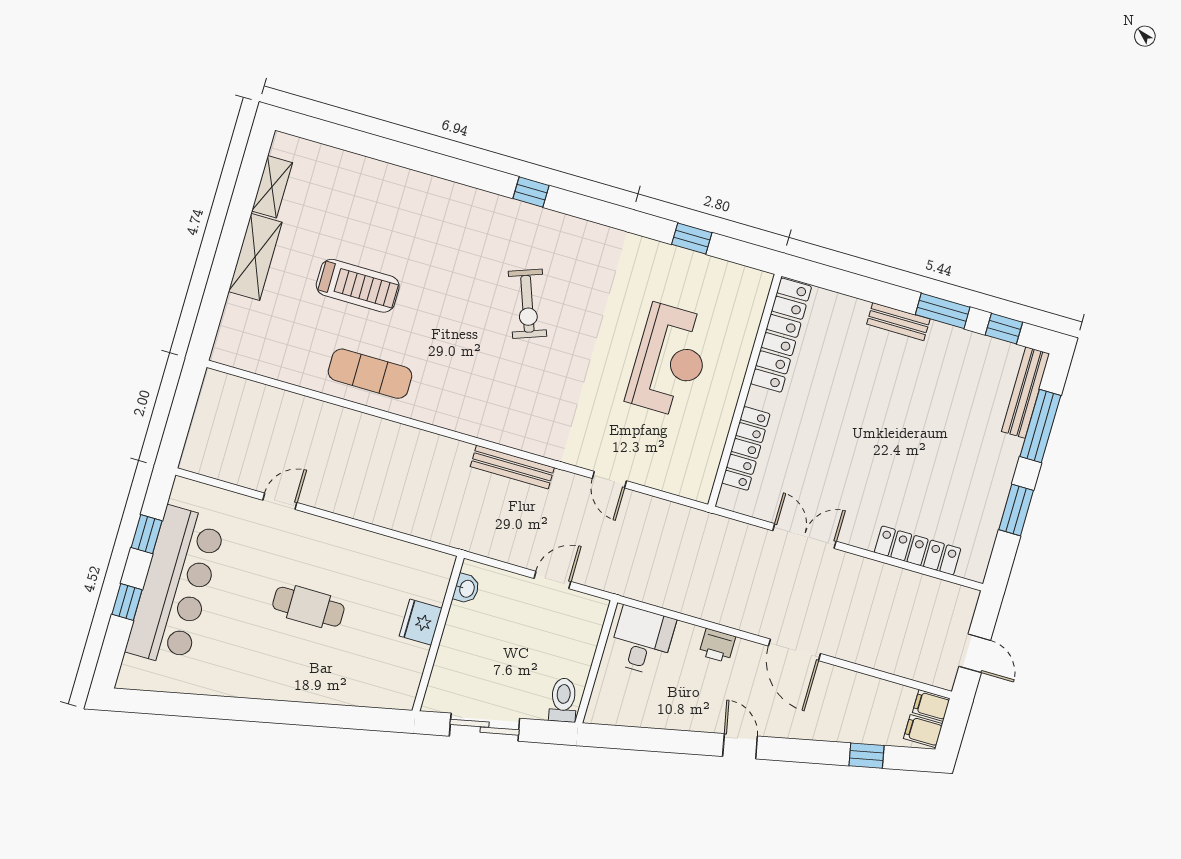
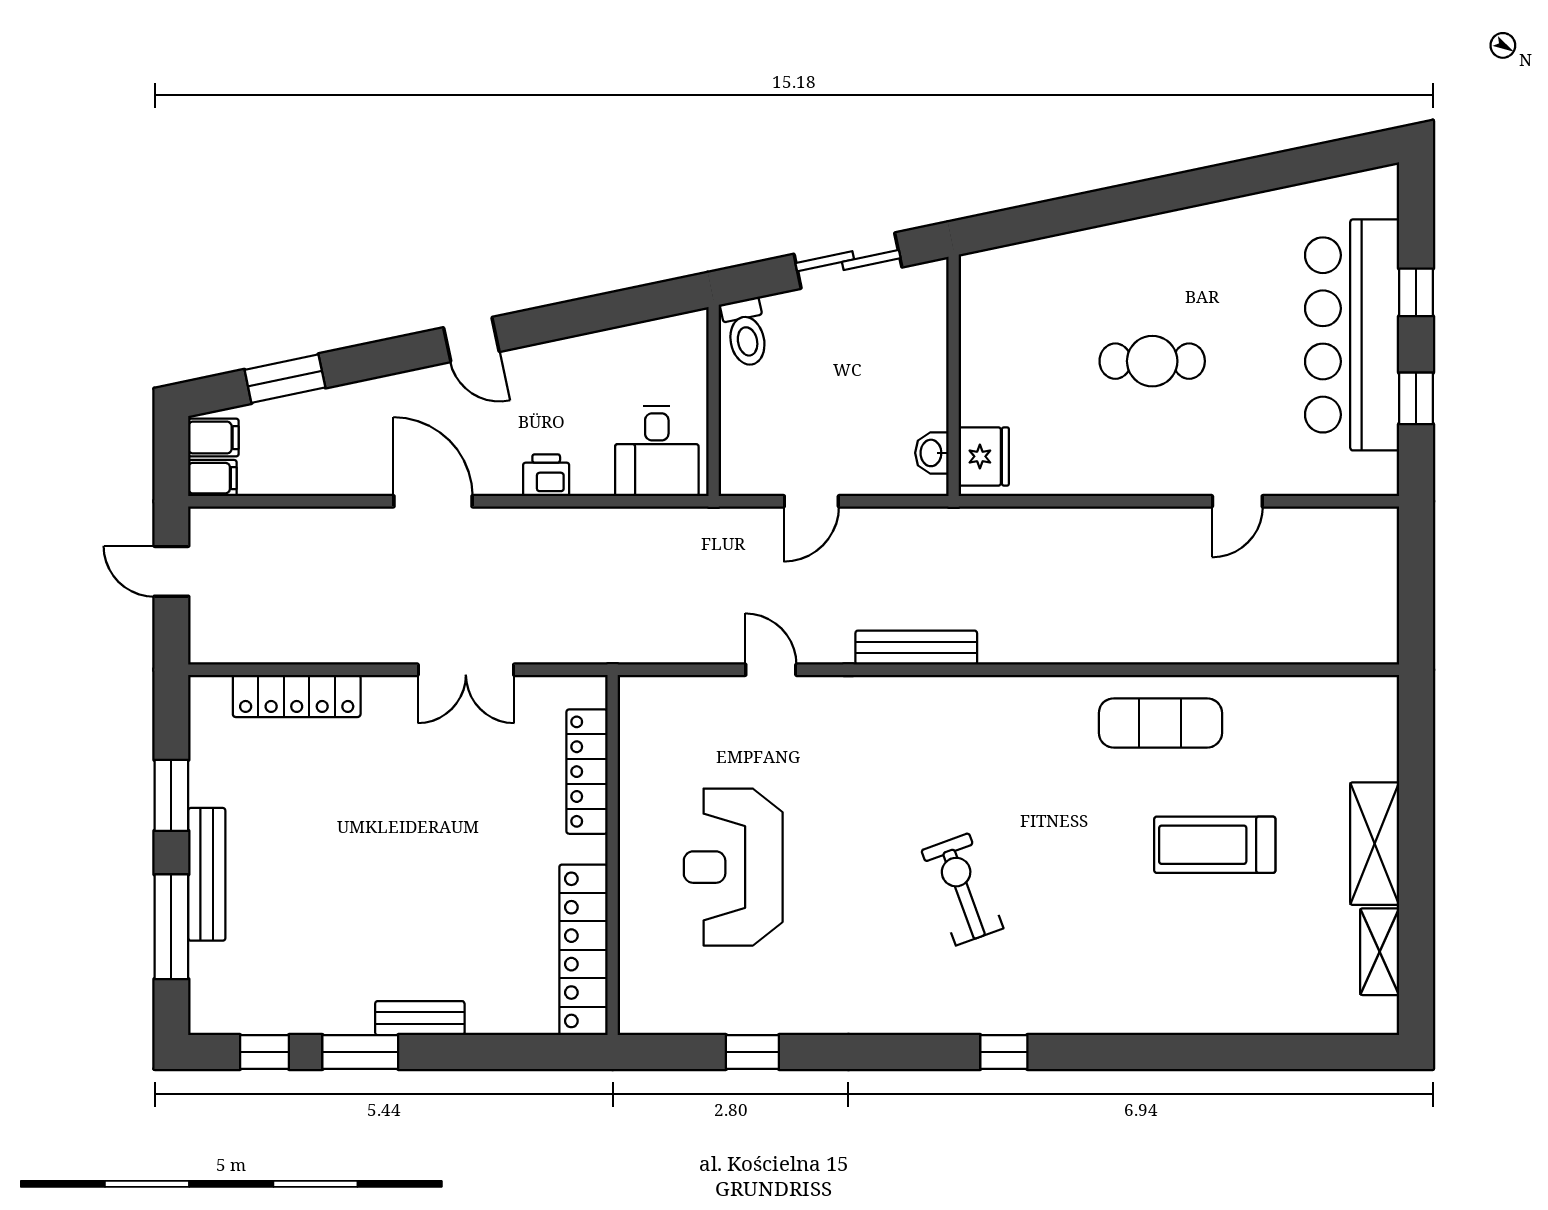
bench: (1025, 393) -> (207, 874), moved
fridge: (421, 622) -> (984, 456), moved
window: (867, 756) -> (285, 379), width x1.50

